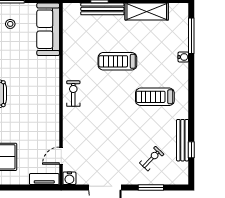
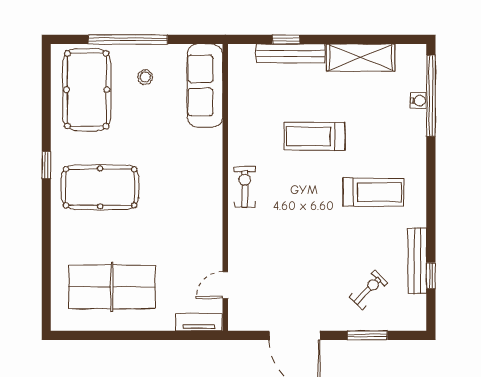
window: (191, 36) -> (431, 96), width x1.46
water cooler: (183, 57) -> (418, 101), moved
treadmill: (155, 97) -> (374, 192), turned 180
water cooler: (69, 178) -> (239, 321), removed

